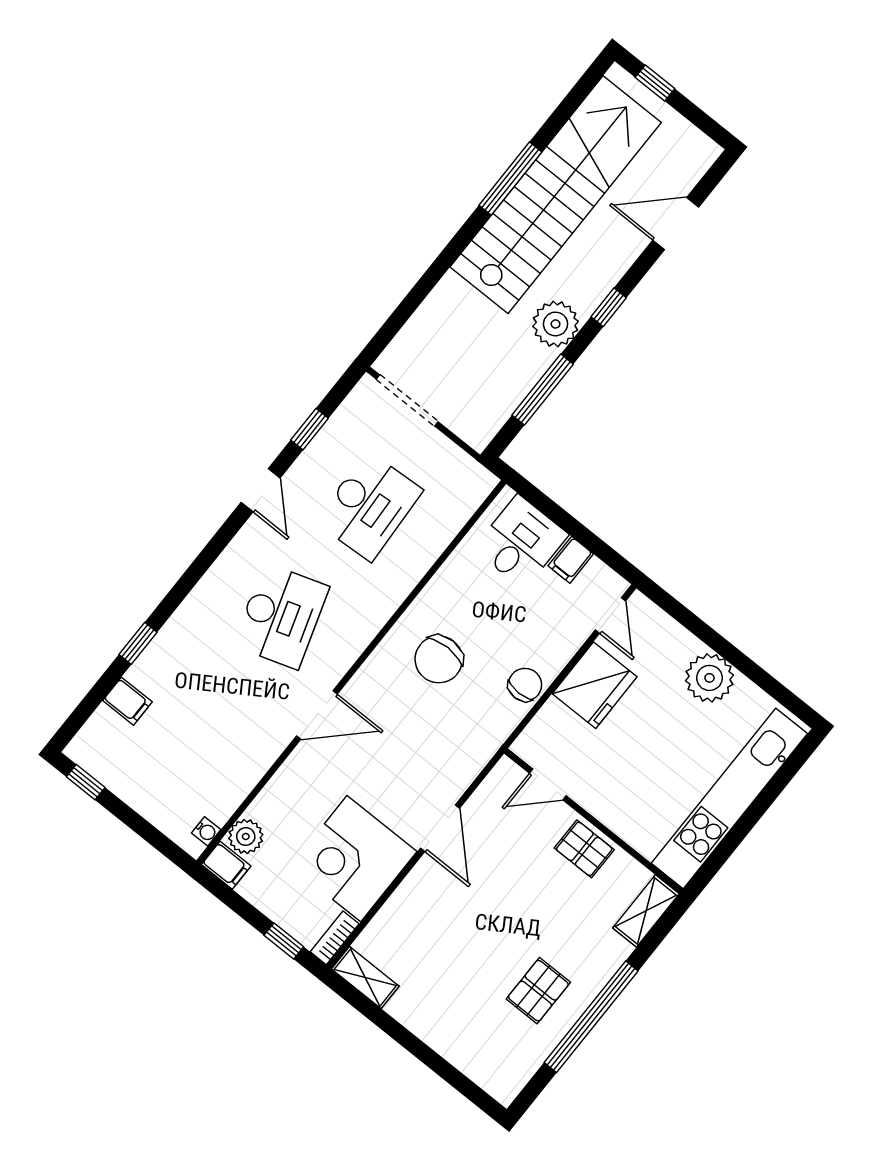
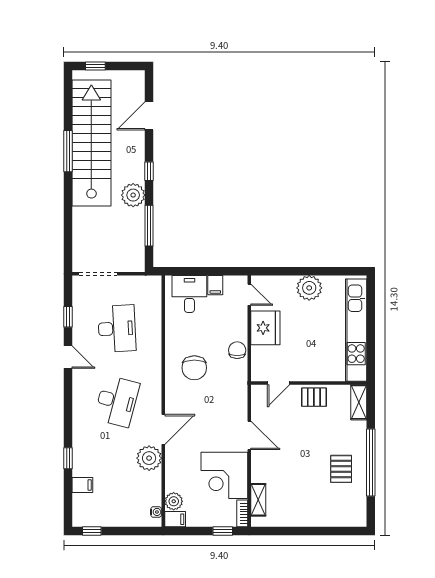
desk: (281, 616) -> (117, 401), turned 33
plant: (261, 741) -> (149, 458), added
shelving: (365, 978) -> (258, 500), moved, turned 90

